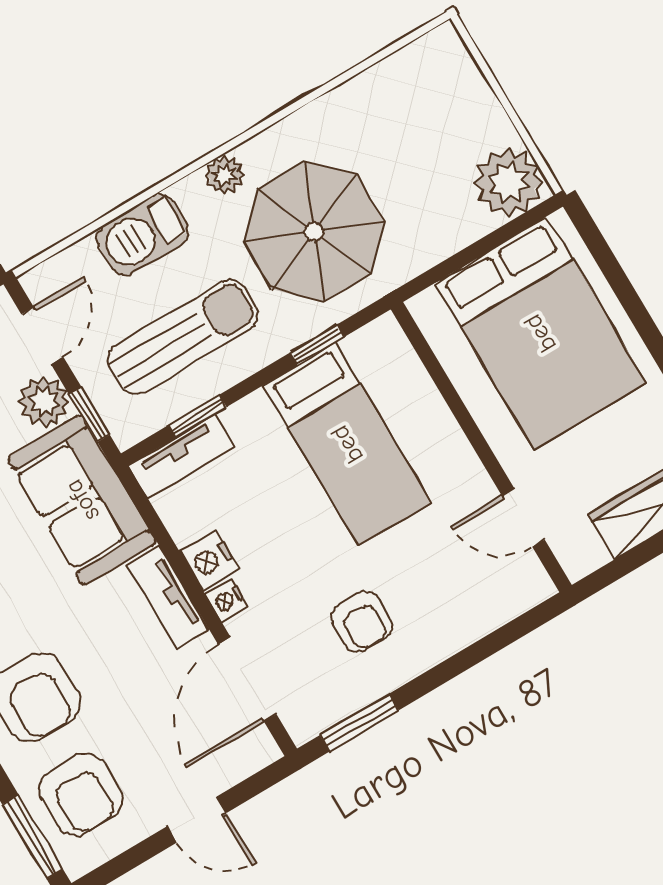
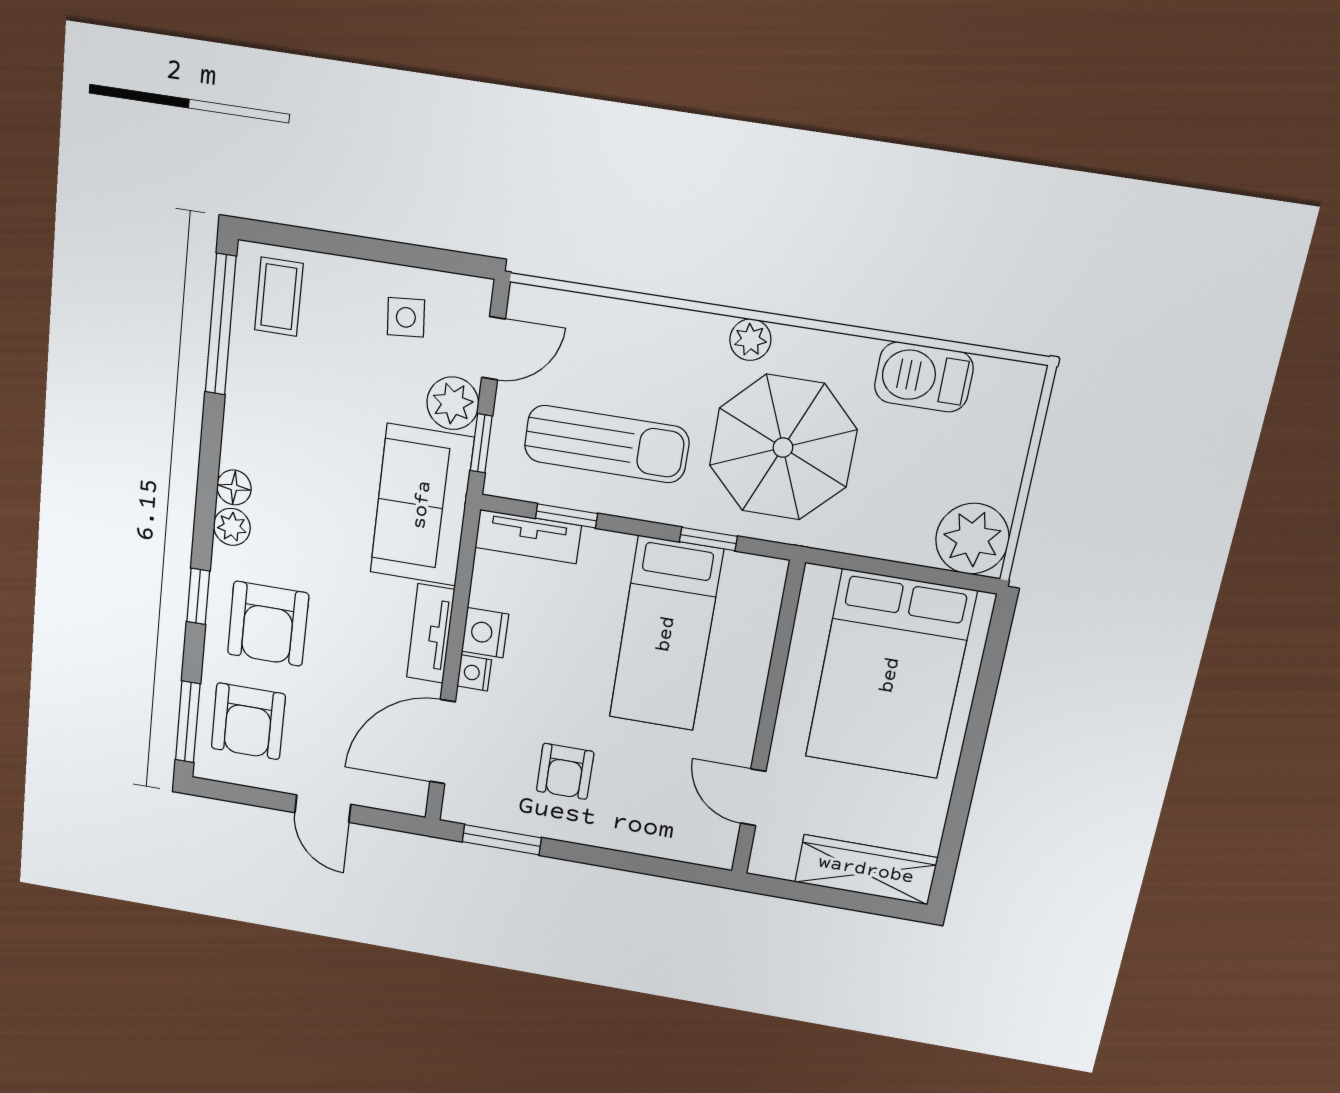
barbecue: (142, 235) -> (924, 377), moved

